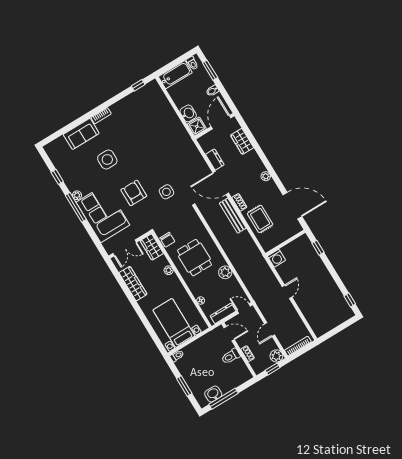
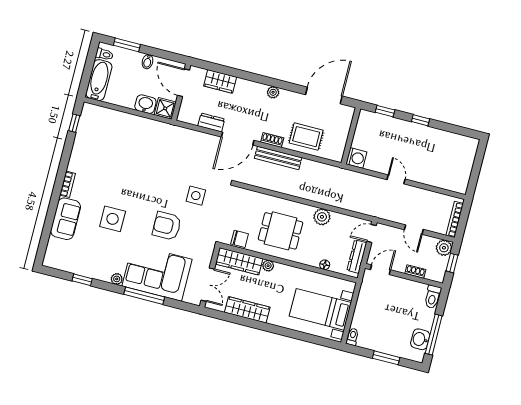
window: (76, 207) -> (144, 296), moved
wardrobe: (152, 247) -> (239, 261), width x1.50
window: (350, 300) -> (421, 120), moved
toilet: (231, 356) -> (433, 297), moved

